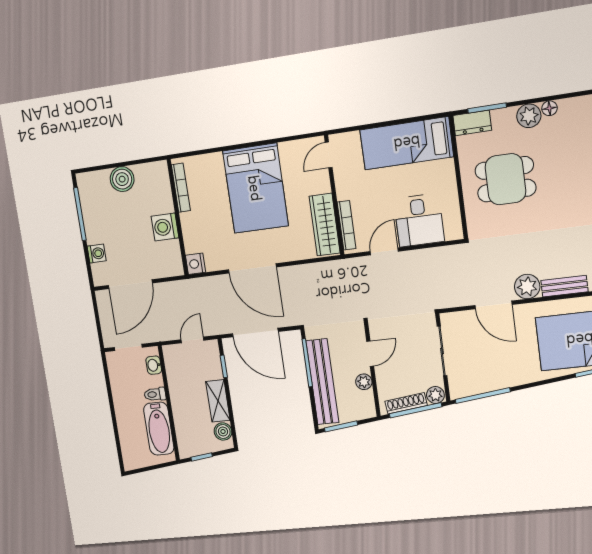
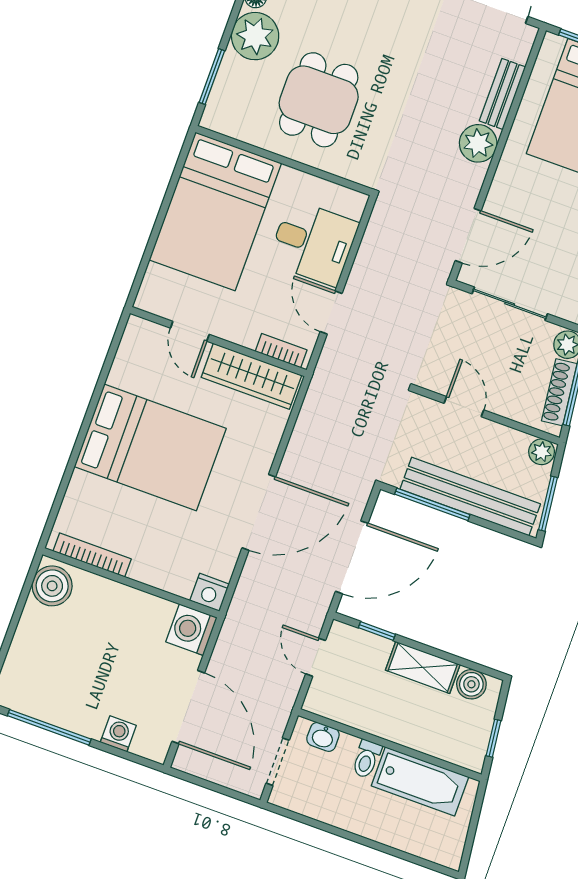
plant: (529, 116) -> (255, 36), width x1.36, depth x1.36
dresser: (472, 123) -> (221, 106), removed
bed: (407, 143) -> (215, 211), width x1.50
door: (329, 155) -> (190, 331), moved
boiler: (122, 179) -> (52, 586), moved
bookcase: (347, 225) -> (281, 351), width x0.64
washing machine: (165, 227) -> (191, 630), moved, turned 90
door: (493, 305) -> (468, 236), moved
plant: (364, 382) -> (542, 452), moved

